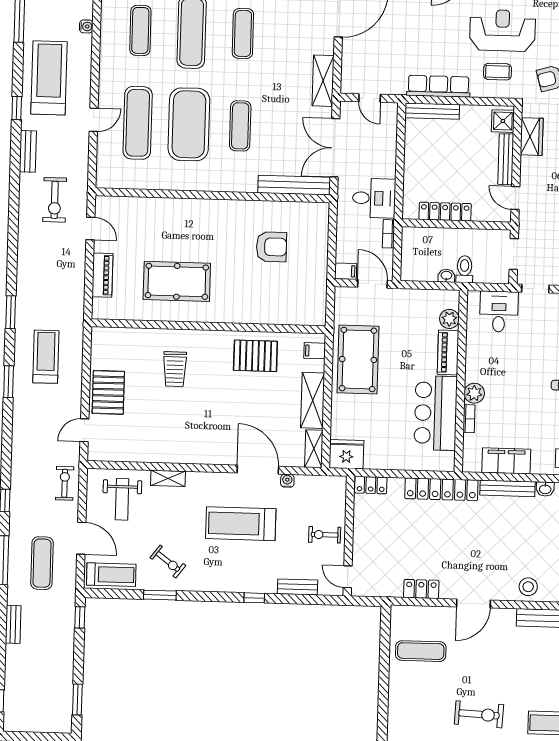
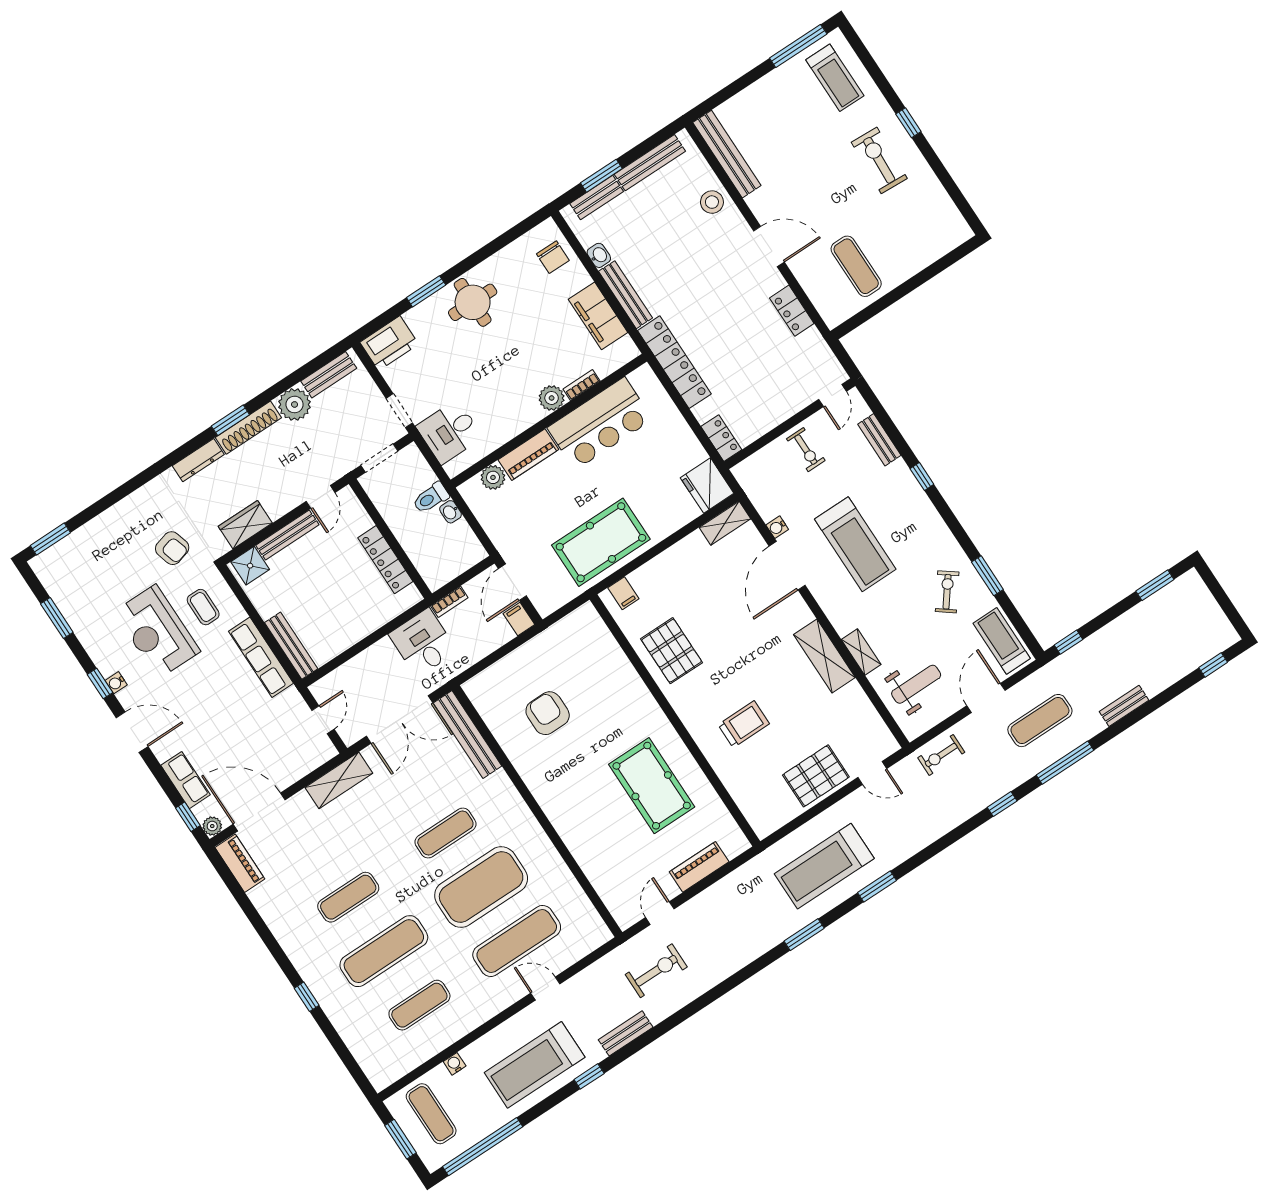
treadmill: (46, 357) -> (824, 866), width x1.37, depth x1.38
shelving: (313, 400) -> (824, 656), moved, turned 90

